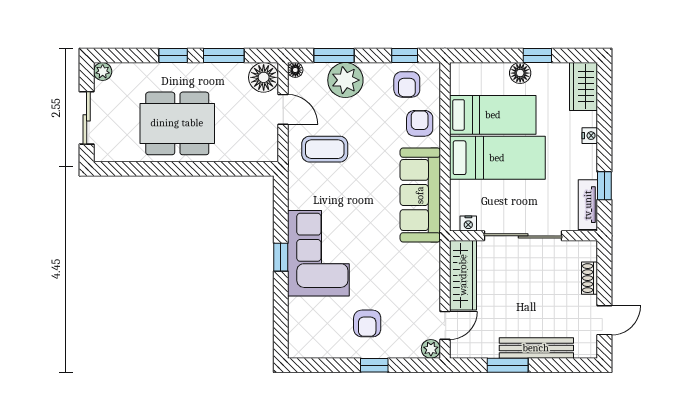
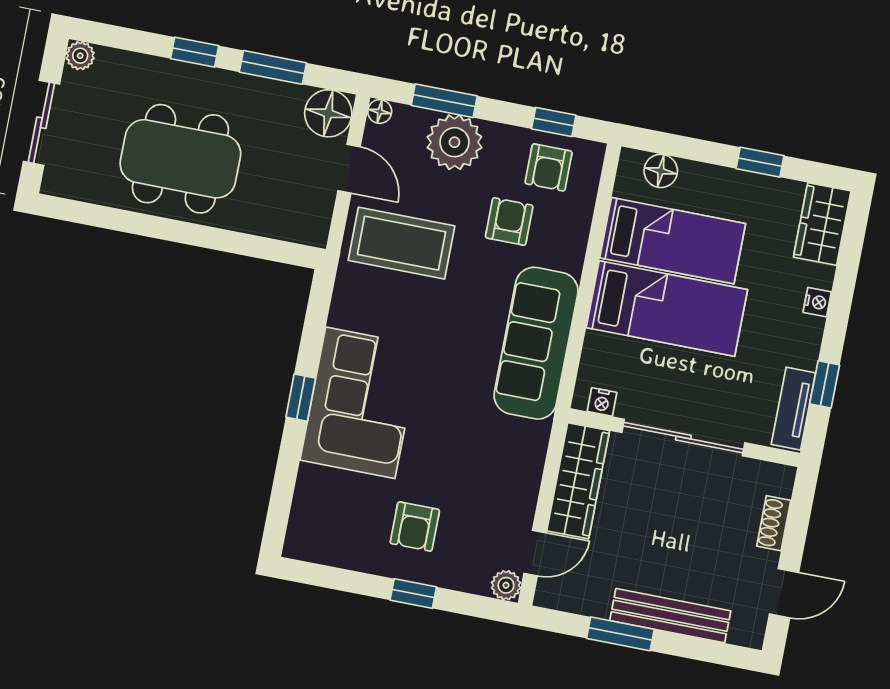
floor lamp: (520, 73) -> (661, 171), moved
armchair: (420, 123) -> (509, 221), moved
coffee table: (325, 149) -> (402, 243), width x1.36, depth x1.32

